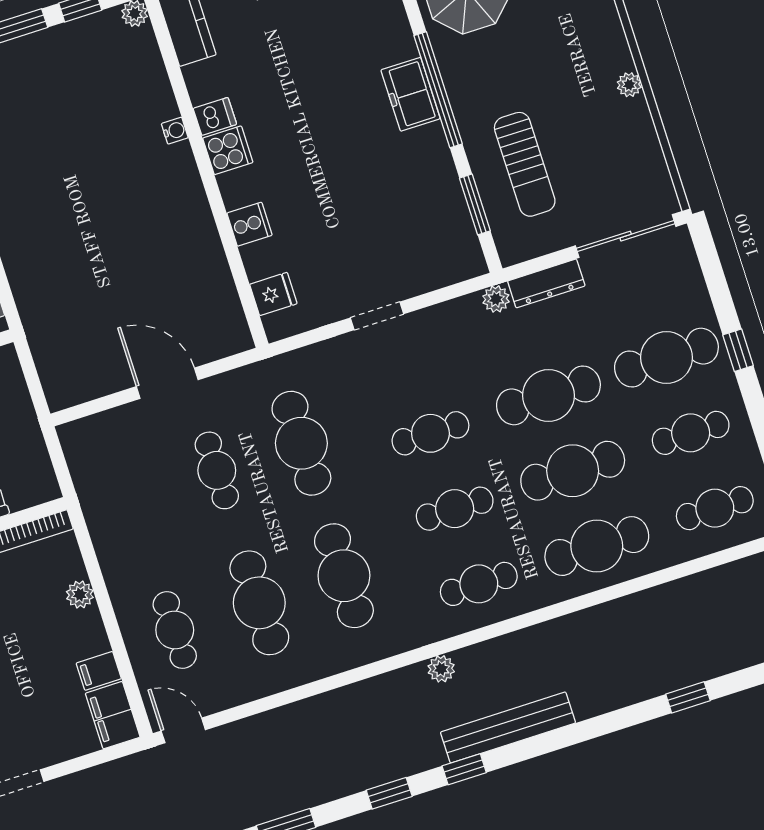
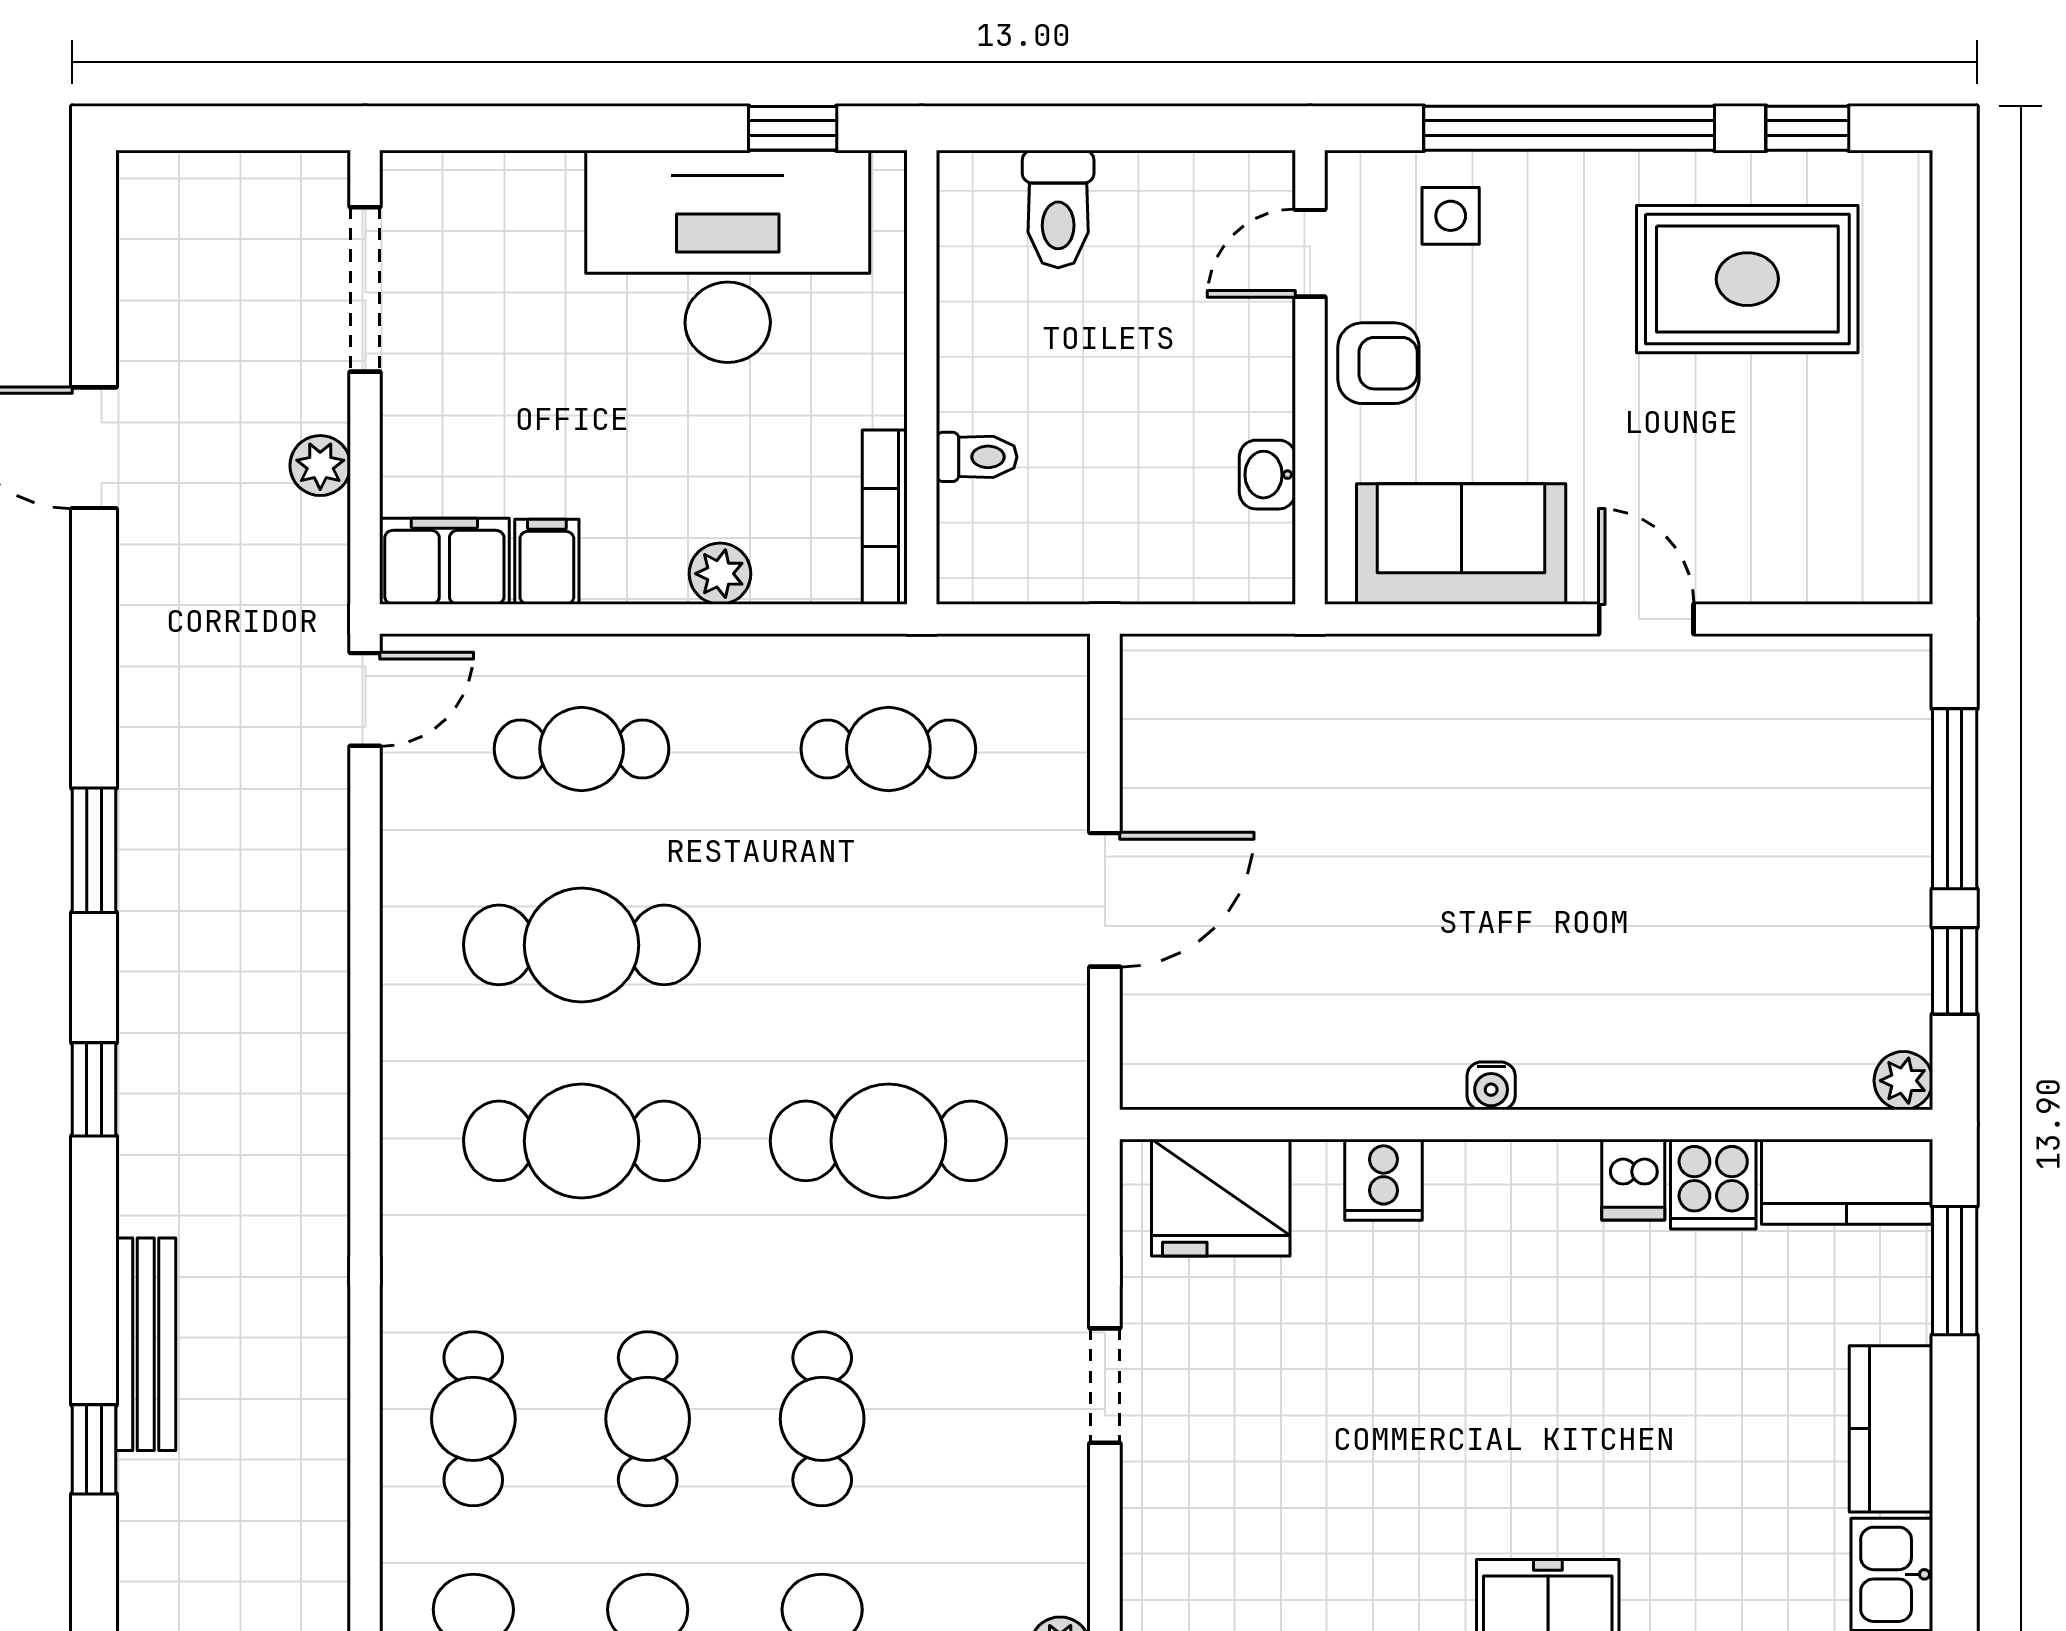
water cooler: (175, 131) -> (1491, 1086), moved
cooker: (228, 150) -> (1713, 1184), moved
fridge: (273, 294) -> (1221, 1198), width x1.88, depth x1.34
cafe table: (217, 470) -> (888, 749), moved
plant: (441, 669) -> (320, 466), moved
bench: (508, 727) -> (146, 1344), width x0.73, depth x0.82
window: (464, 769) -> (94, 1449), moved

